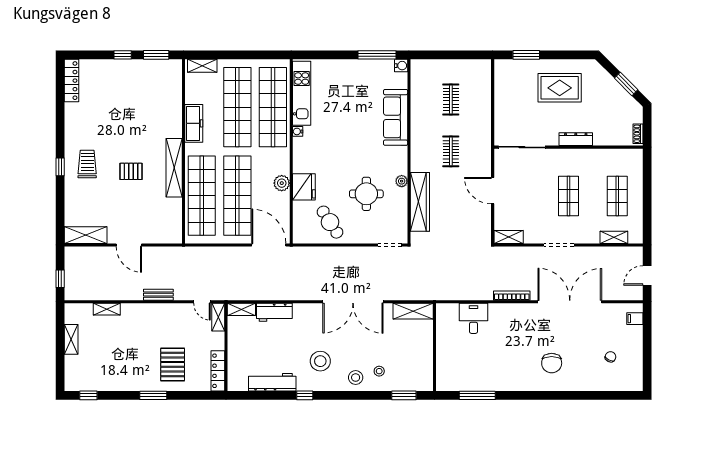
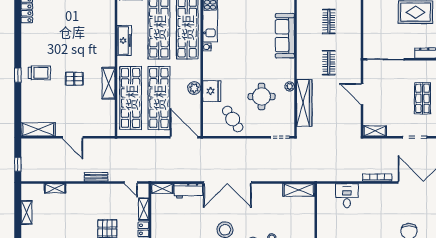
trolley: (87, 164) -> (39, 73), turned 90
shelving: (174, 168) -> (109, 83), width x0.68
double door: (353, 302) -> (227, 182), moved
shelving: (218, 317) -> (144, 209), moved

